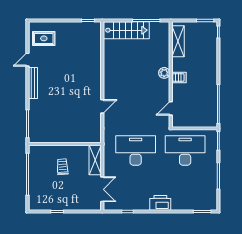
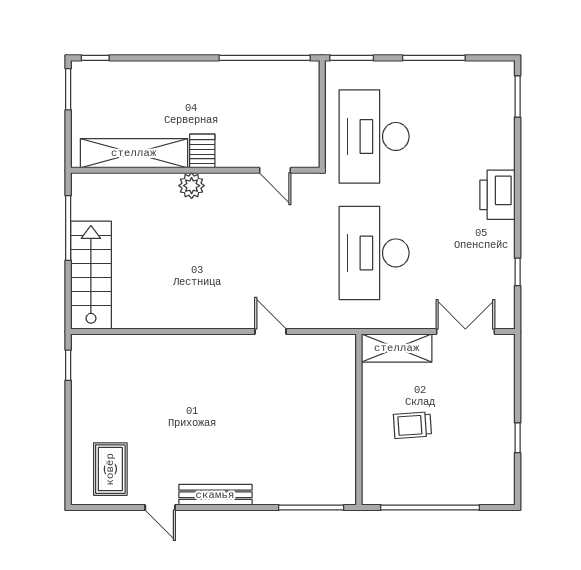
shelving: (178, 41) -> (134, 153), width x1.47

